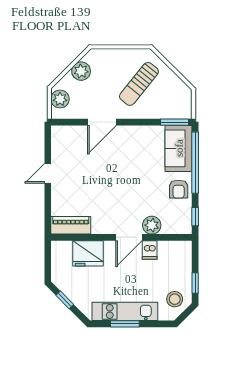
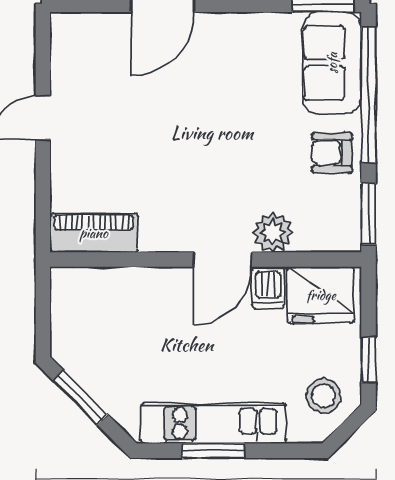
armchair: (179, 189) -> (332, 153), turned 90
window: (195, 217) -> (369, 214), width x1.50
fridge: (88, 253) -> (321, 295), moved
window: (65, 300) -> (80, 398), width x1.50

